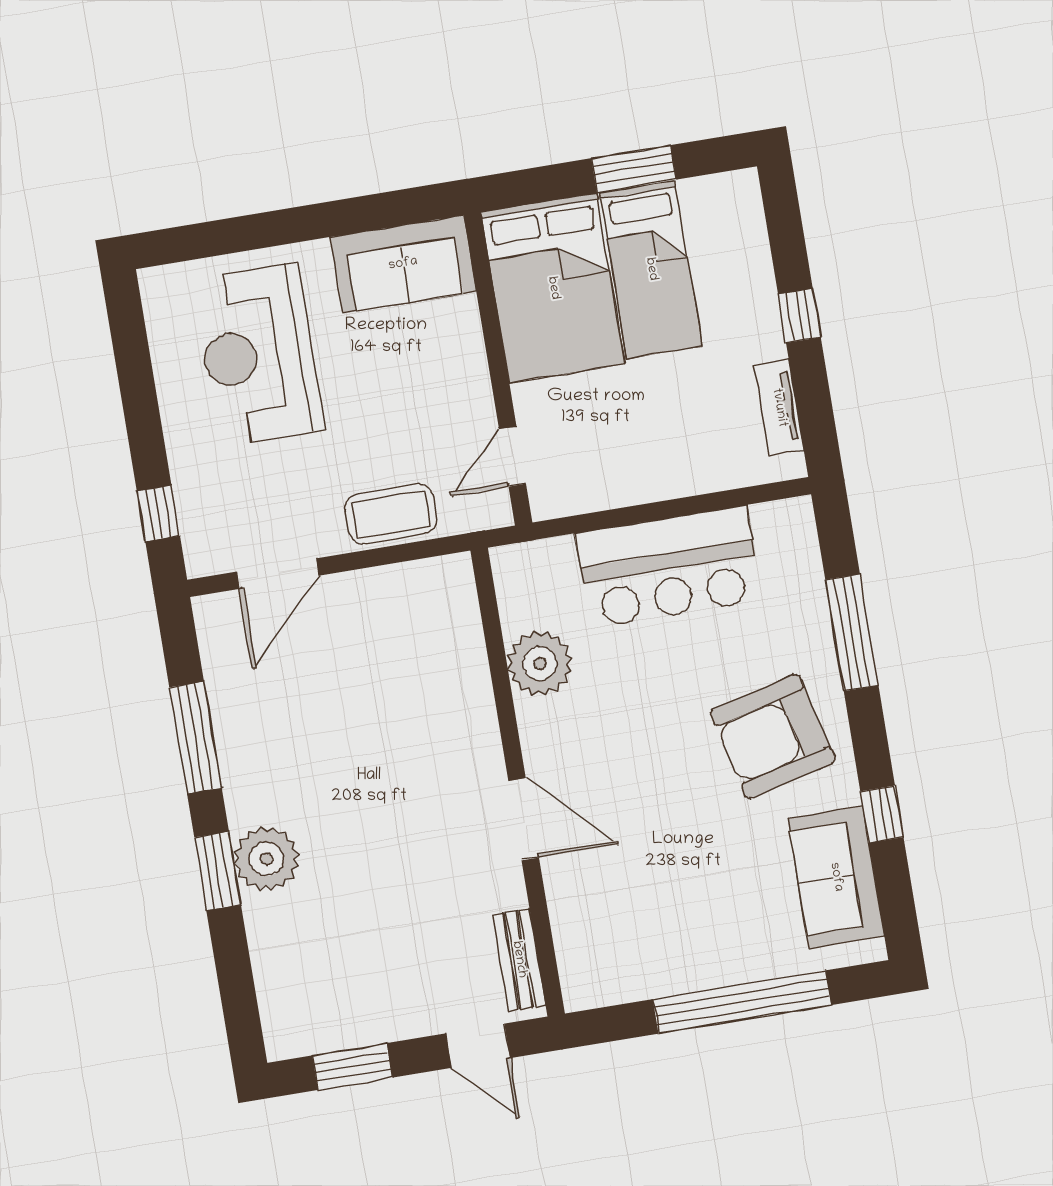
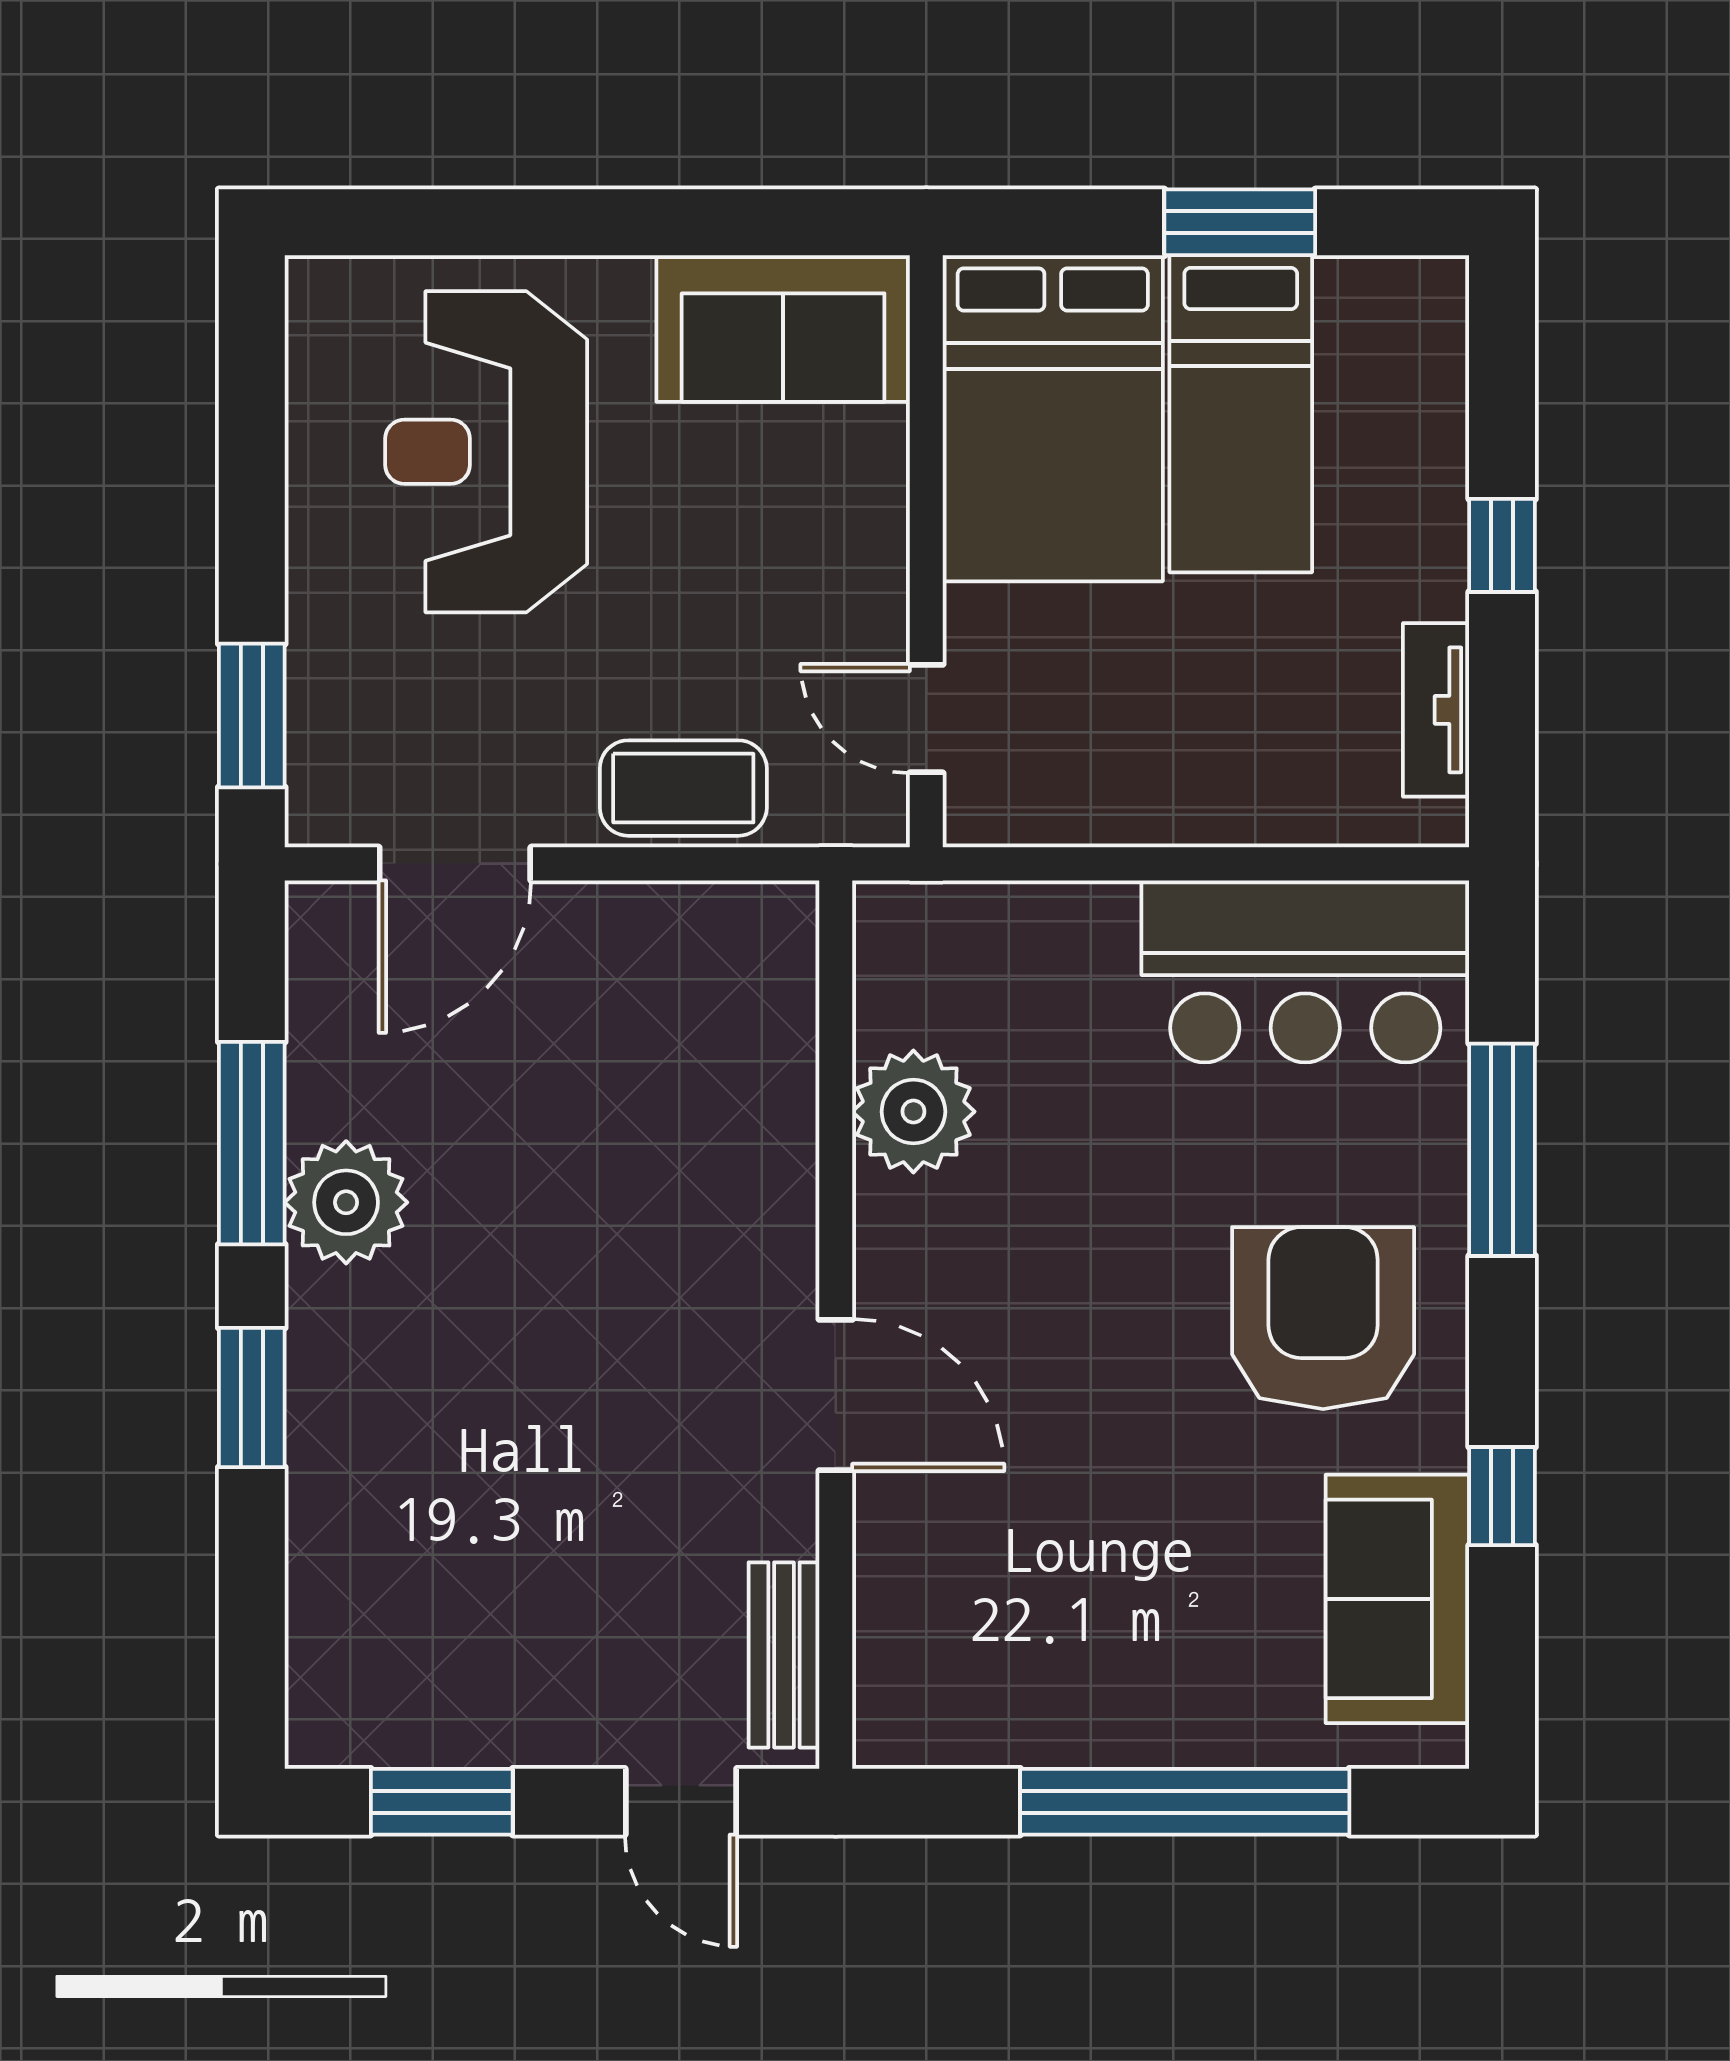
door: (512, 456) -> (926, 719), hinge flipped
window: (158, 513) -> (252, 715), width x1.50
bar counter: (668, 567) -> (1305, 971), moved
armchair: (773, 736) -> (1323, 1318), turned 104
plant: (266, 859) -> (346, 1202), moved

